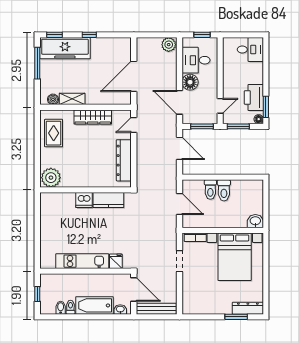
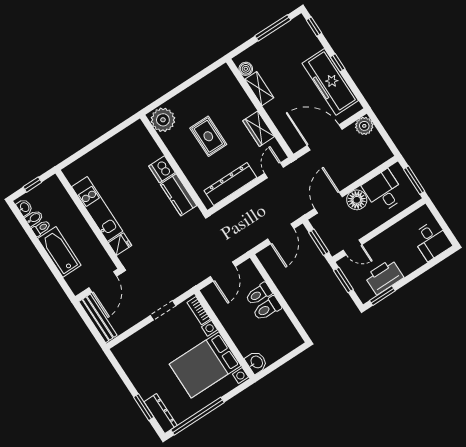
window: (202, 35) -> (414, 180), width x1.50
plant: (169, 45) -> (364, 126), moved
freezer: (65, 48) -> (330, 82), moved
wardrobe: (93, 117) -> (259, 129), width x0.67
floor lamp: (259, 119) -> (365, 296), removed
door: (134, 125) -> (274, 170), hinge flipped
rug: (54, 133) -> (208, 136), moved, turned 90
window: (266, 284) -> (198, 416), added
washbasin: (120, 309) -> (24, 207), moved

